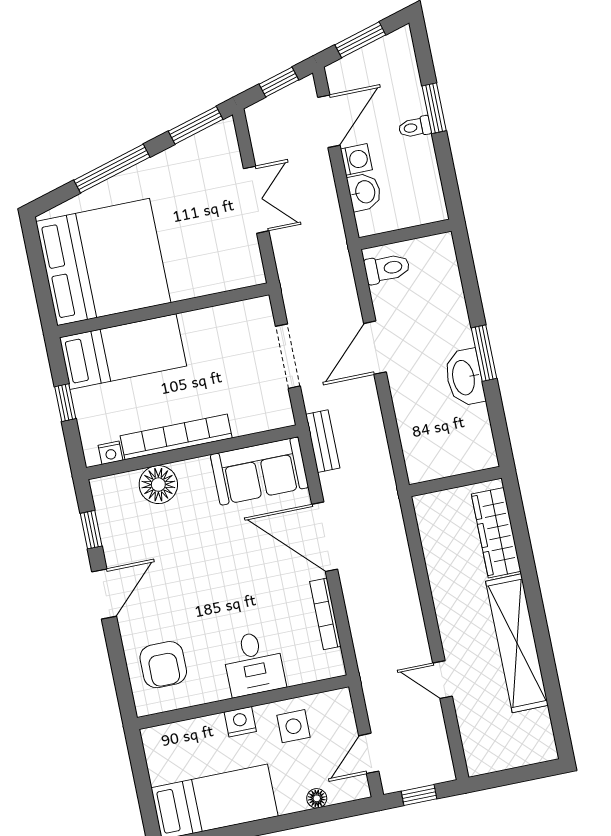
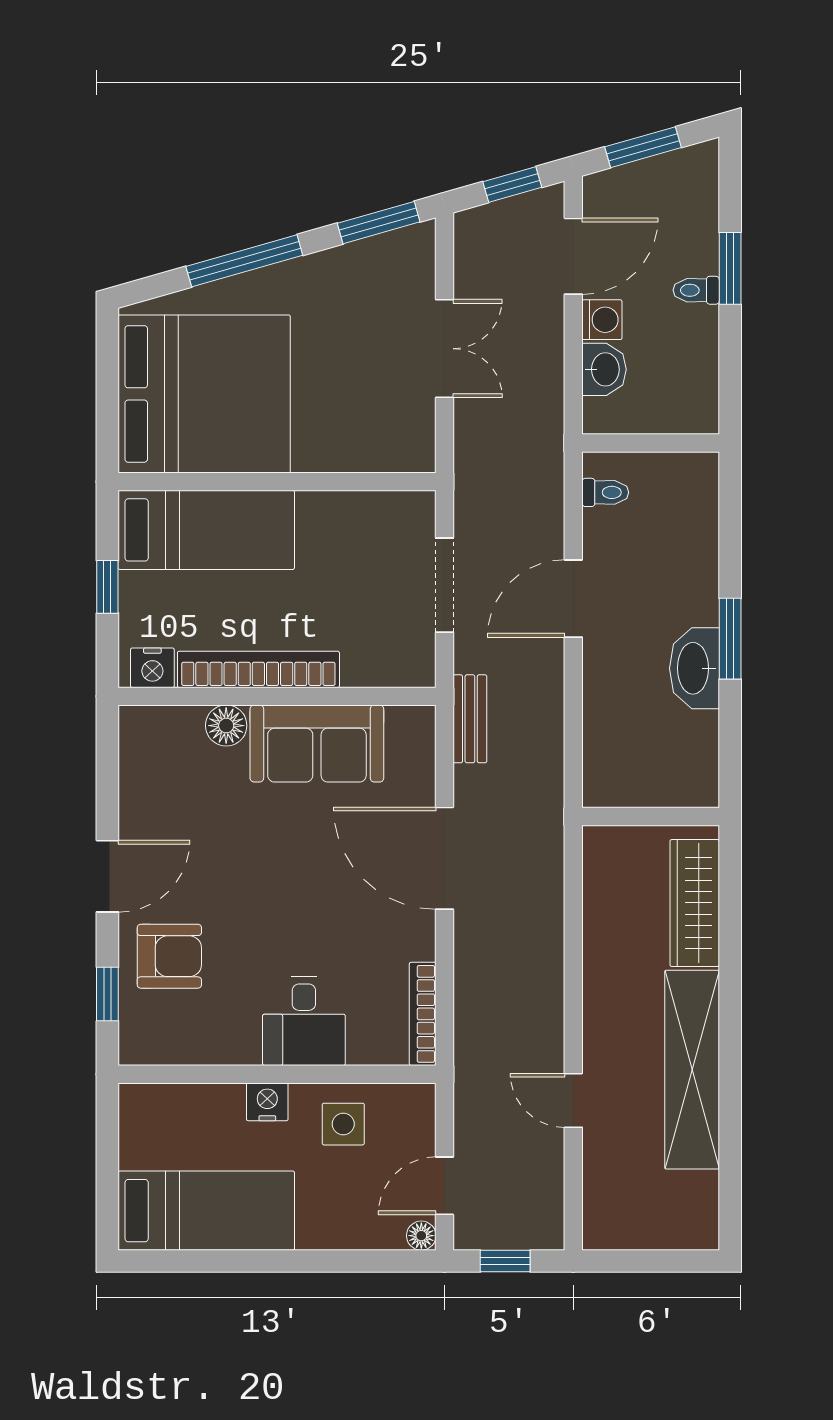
toilet: (387, 268) -> (605, 492), width x0.73, depth x0.72
nightstand: (111, 453) -> (152, 668), width x1.39, depth x1.35
sofa: (259, 471) -> (317, 744), moved
floor lamp: (158, 485) -> (226, 726), width x0.73, depth x0.73
window: (91, 530) -> (107, 994), moved
bookcase: (325, 614) -> (423, 1014), moved
armchair: (163, 665) -> (169, 956), moved, turned -90
floor lamp: (317, 798) -> (421, 1236), moved

